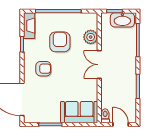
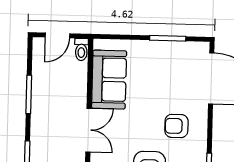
sofa: (79, 112) -> (109, 80), moved, turned -90
door: (121, 124) -> (58, 35), hinge flipped

